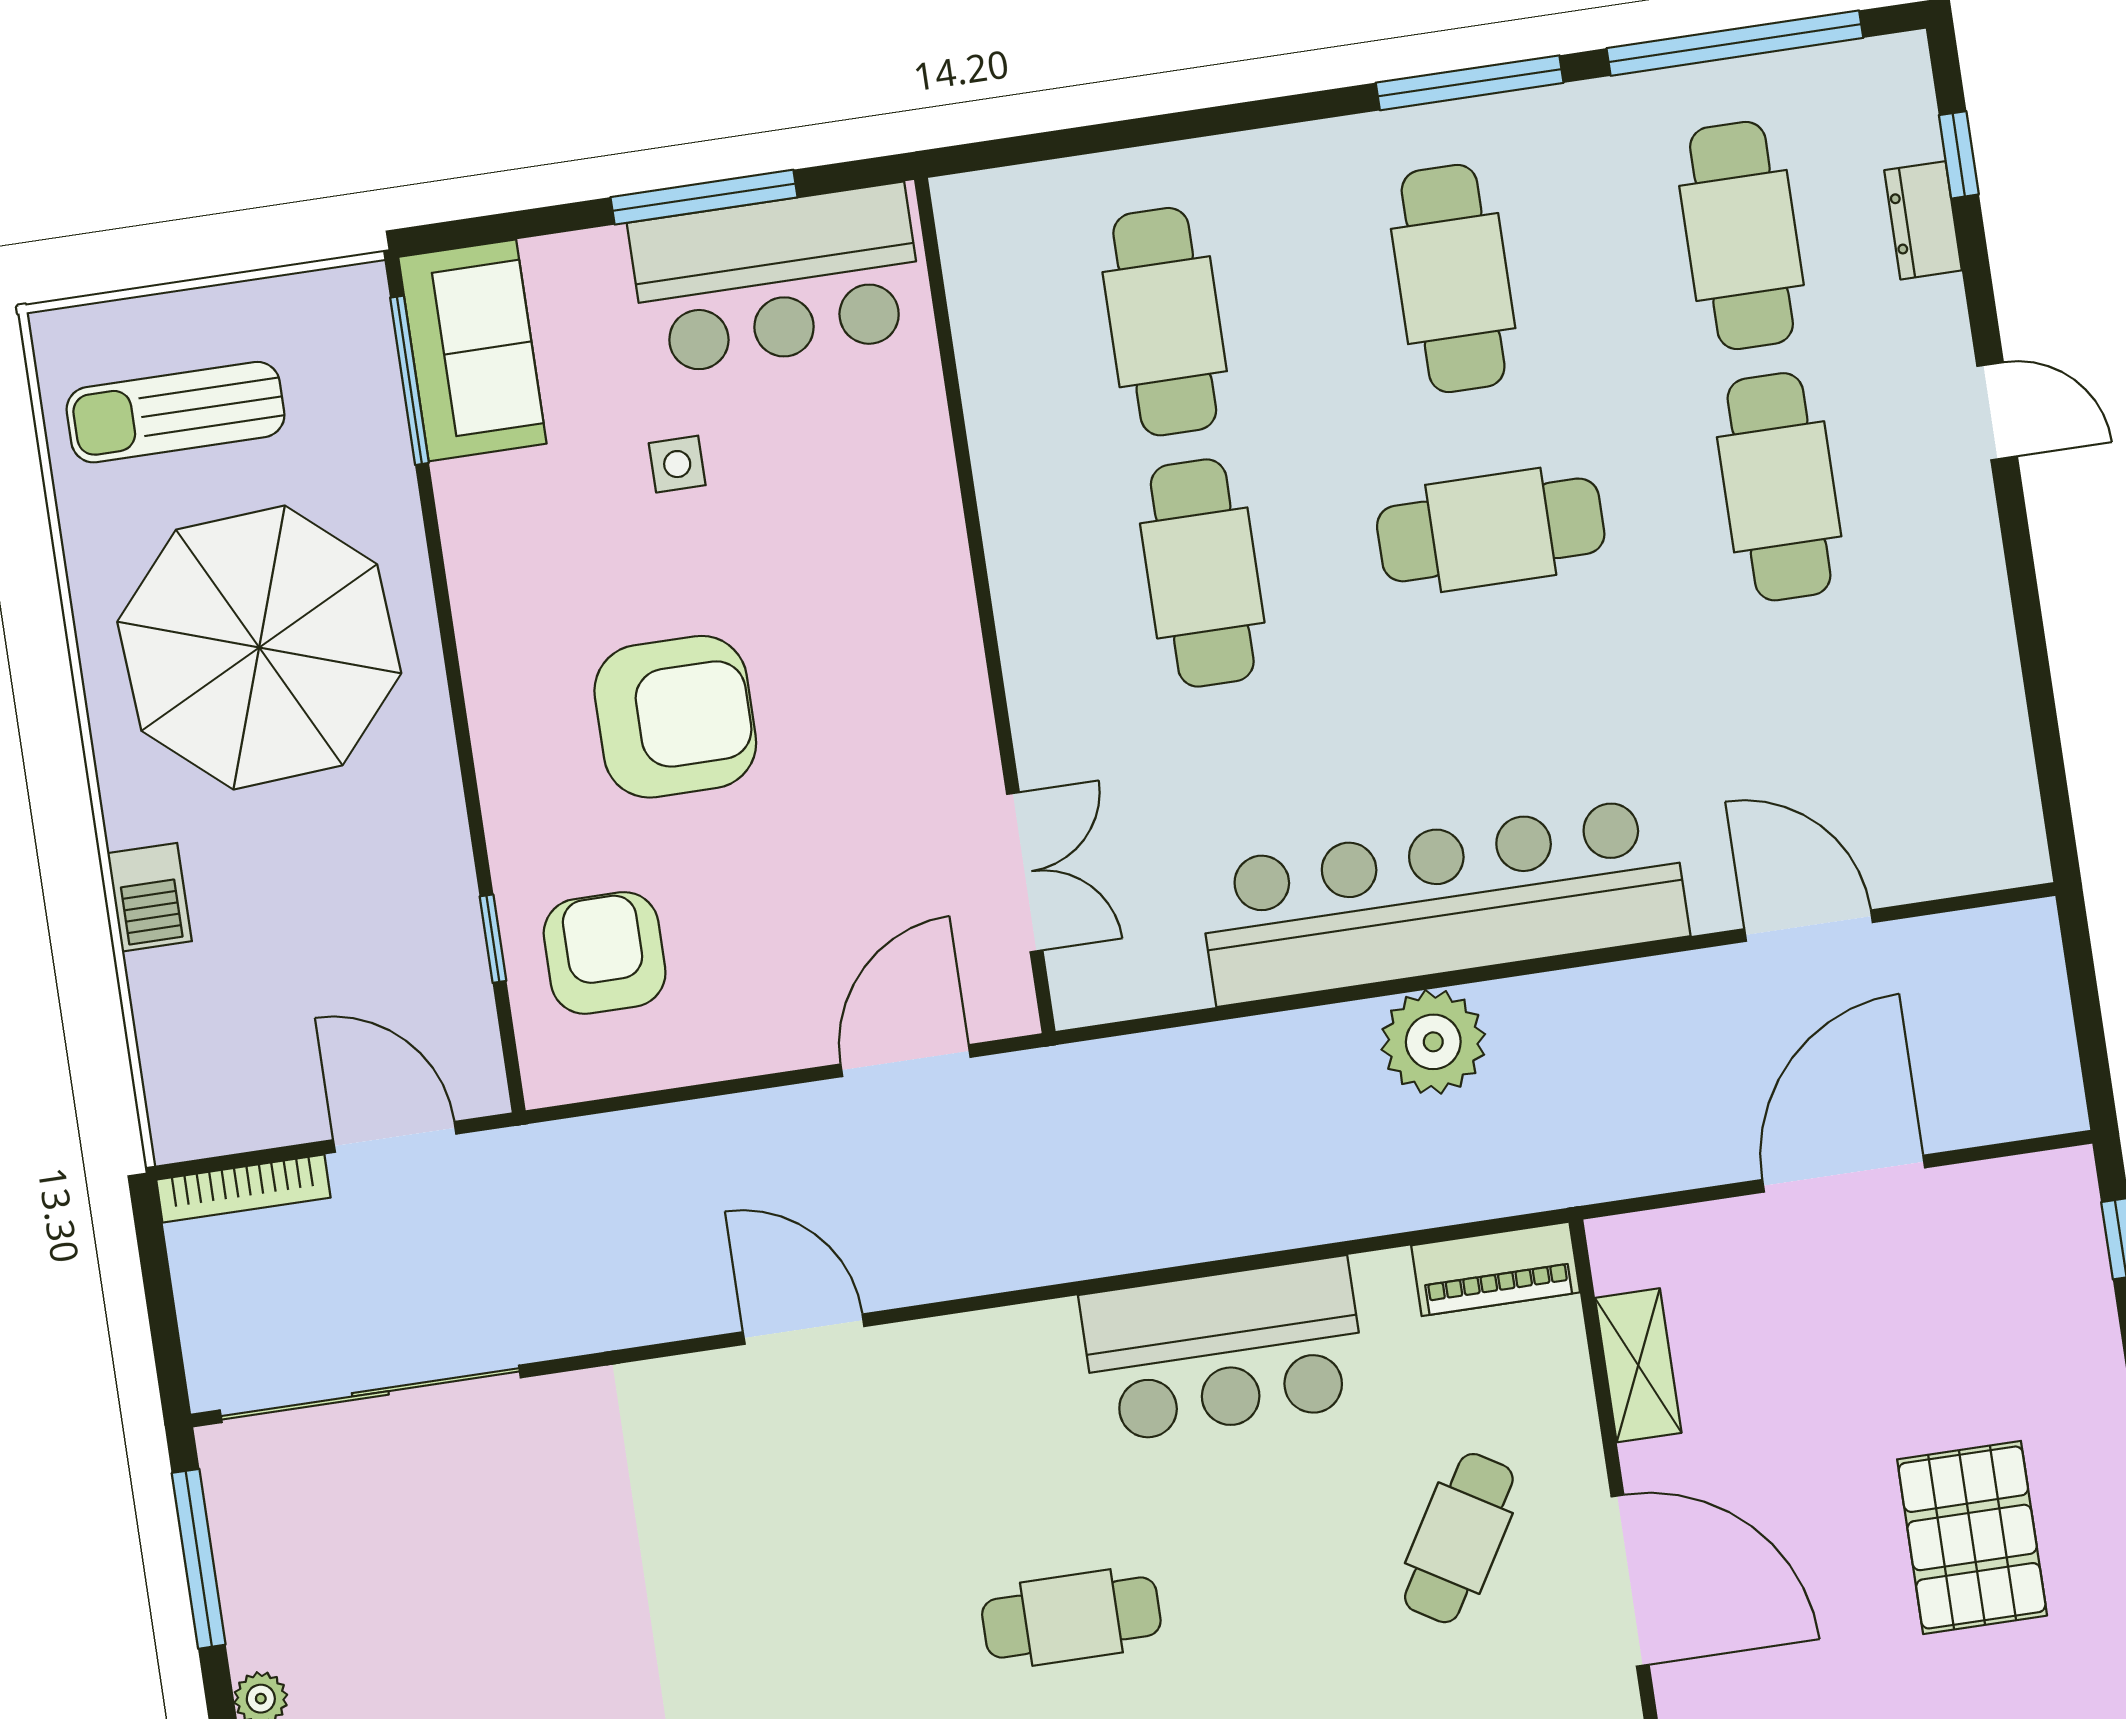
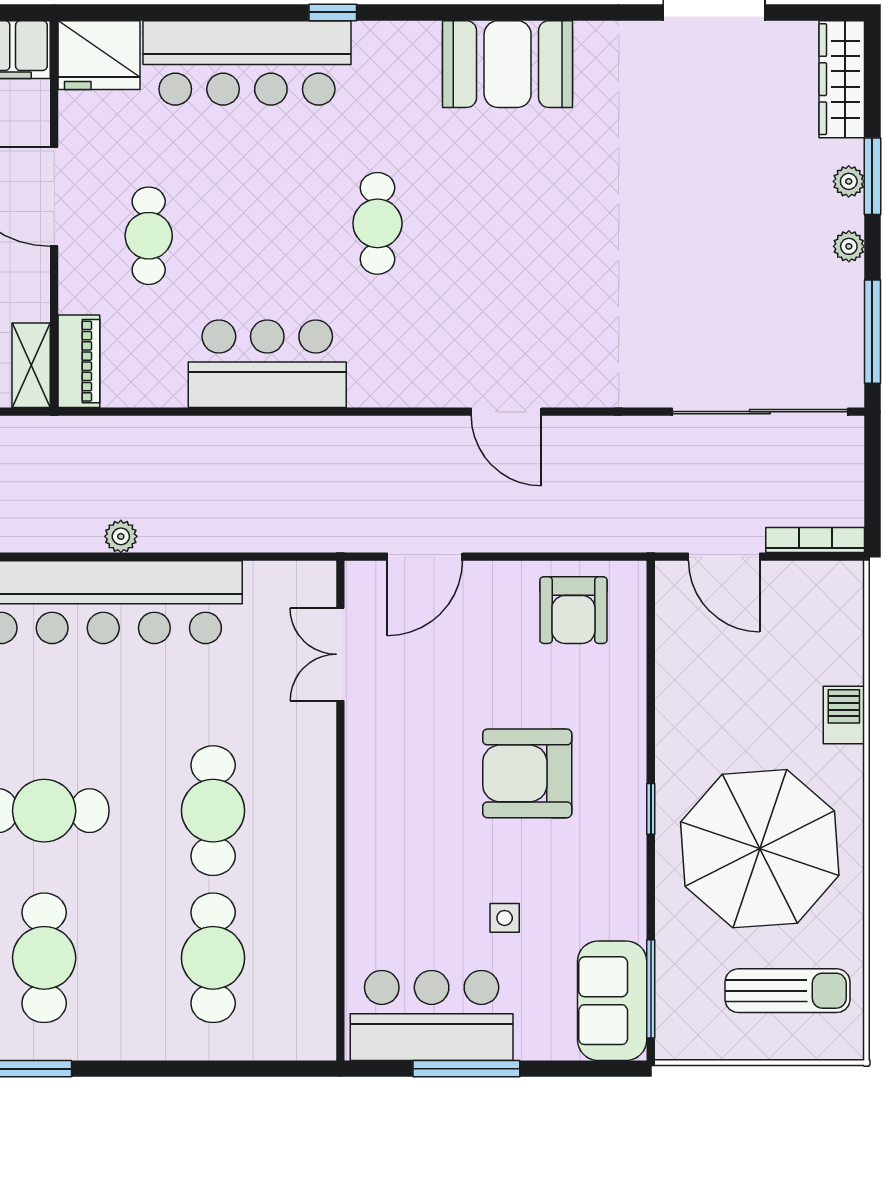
window: (493, 939) -> (651, 809), moved
armchair: (605, 953) -> (573, 610), moved
plant: (1433, 1042) -> (121, 536), width x0.53, depth x0.53
piano: (1496, 1269) -> (79, 361), moved, turned 90
shelving: (1638, 1365) -> (31, 365), moved
cafe table: (1459, 1538) -> (149, 236), turned -31
cafe table: (1071, 1618) -> (377, 223), turned 90

